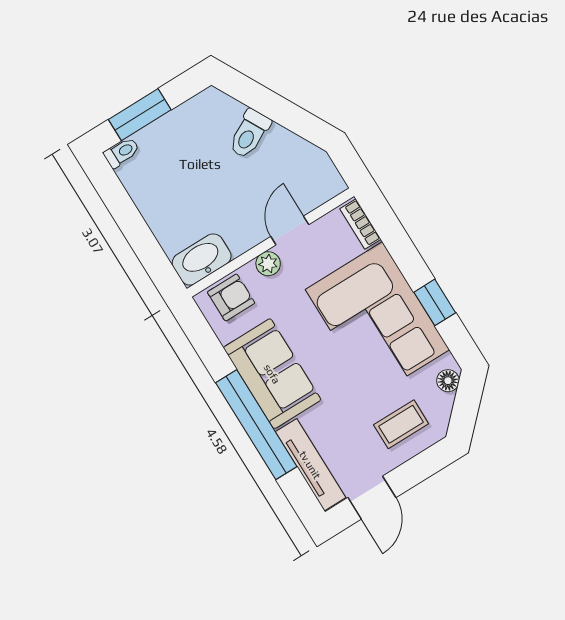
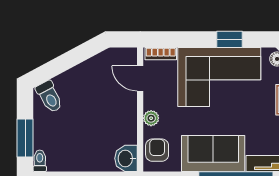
toilet: (249, 134) -> (49, 97), moved
door: (290, 231) -> (140, 78), moved
washbasin: (202, 259) -> (126, 158), width x0.72

